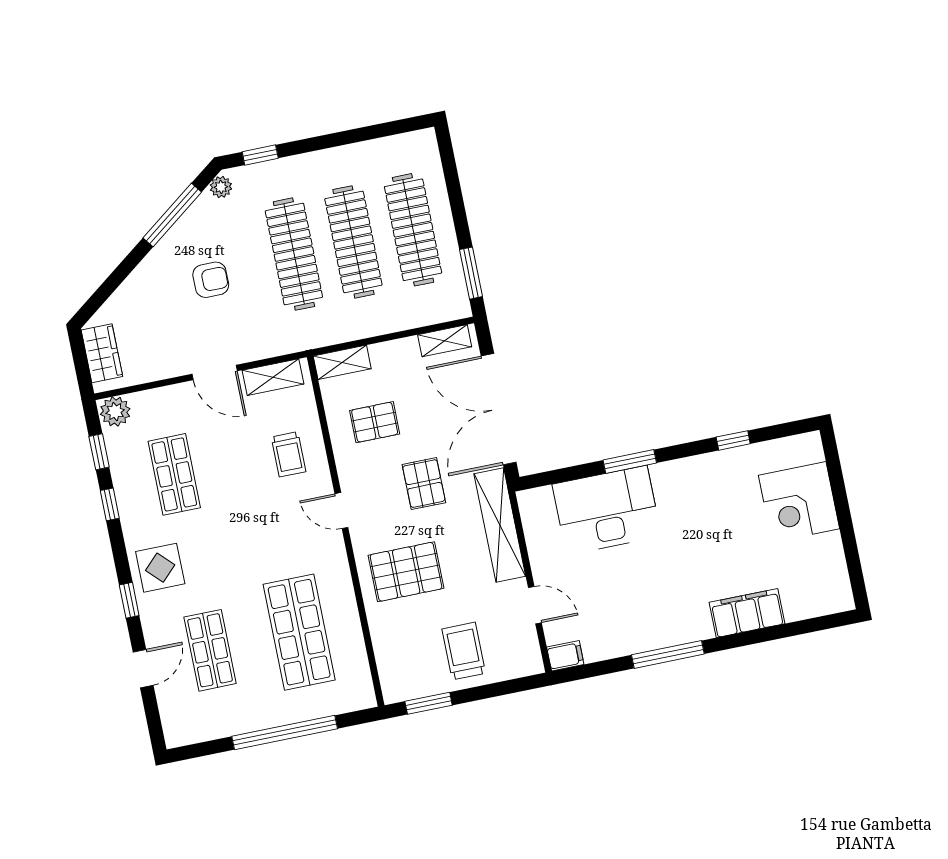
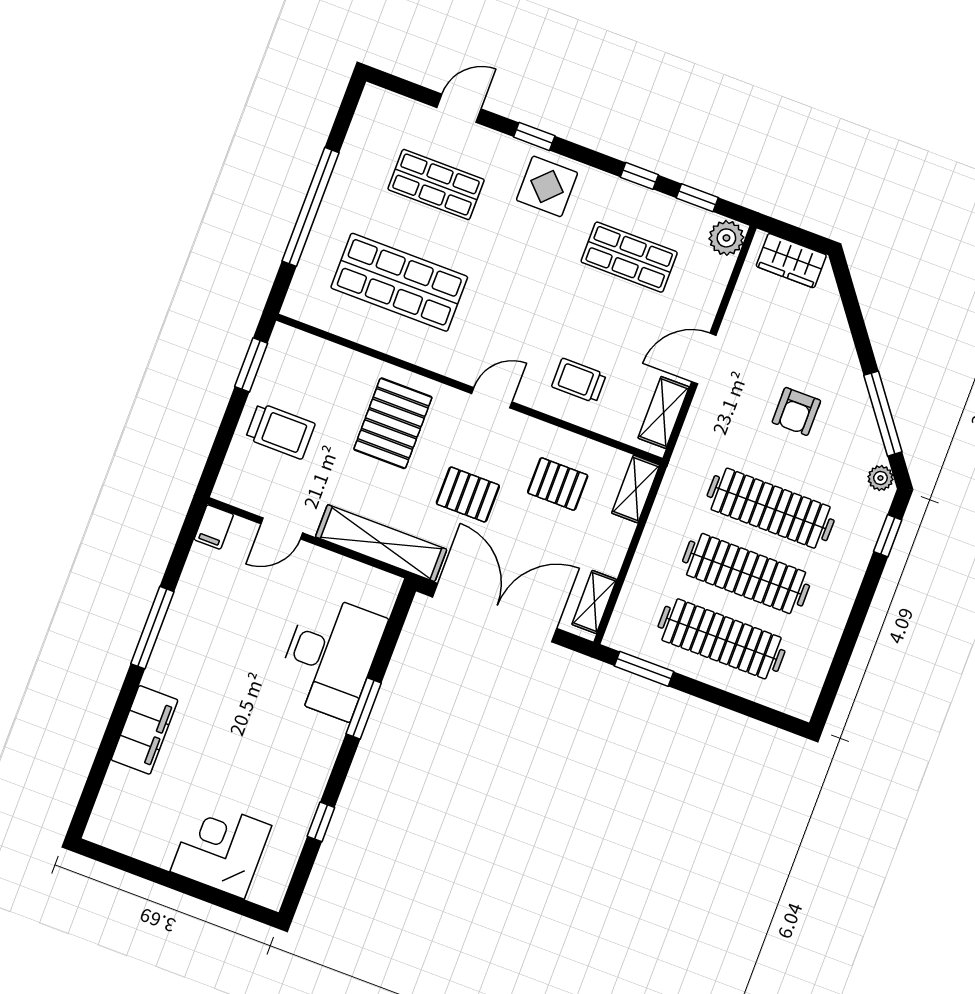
pallet: (375, 422) -> (558, 484), turned 90
door: (143, 669) -> (459, 108), swing flipped

